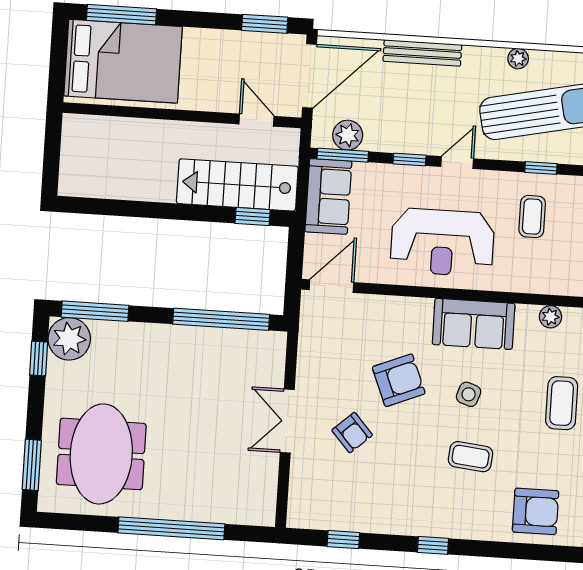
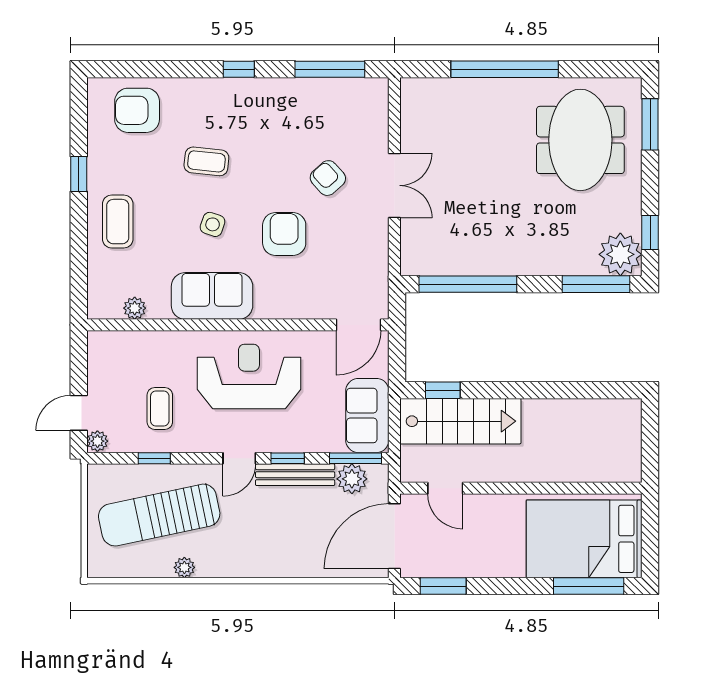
bench: (422, 53) -> (295, 475), moved
armchair: (399, 380) -> (284, 234), turned 112
window: (343, 540) -> (330, 69), width x2.17

